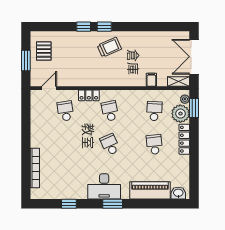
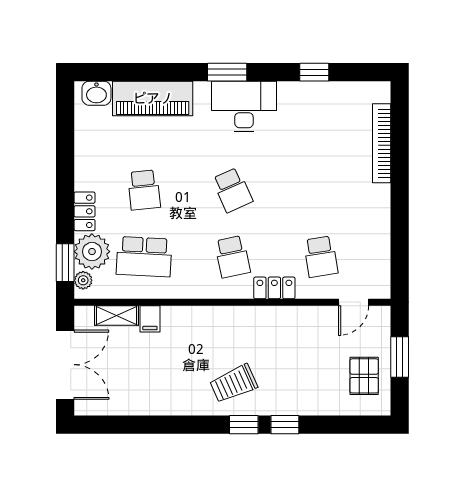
shelving: (179, 81) -> (116, 315), moved
school desk: (154, 111) -> (144, 257), width x1.85
locker: (184, 139) -> (84, 211), width x0.66

